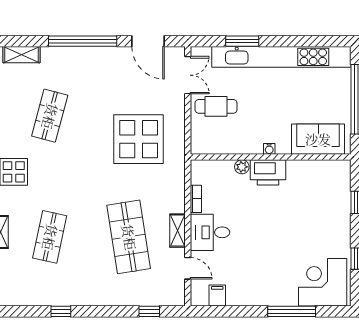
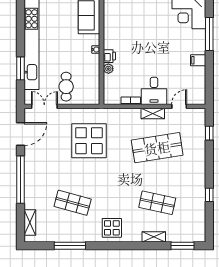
printer: (268, 172) -> (109, 56), width x0.53, depth x0.68
filing cabinet: (217, 296) -> (198, 60), moved

